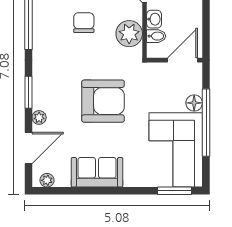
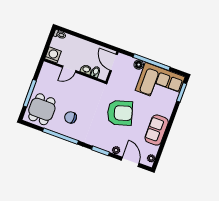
chair: (84, 23) -> (71, 117), moved
plant: (129, 34) -> (89, 86), removed
armchair: (103, 101) -> (120, 113), turned 73

